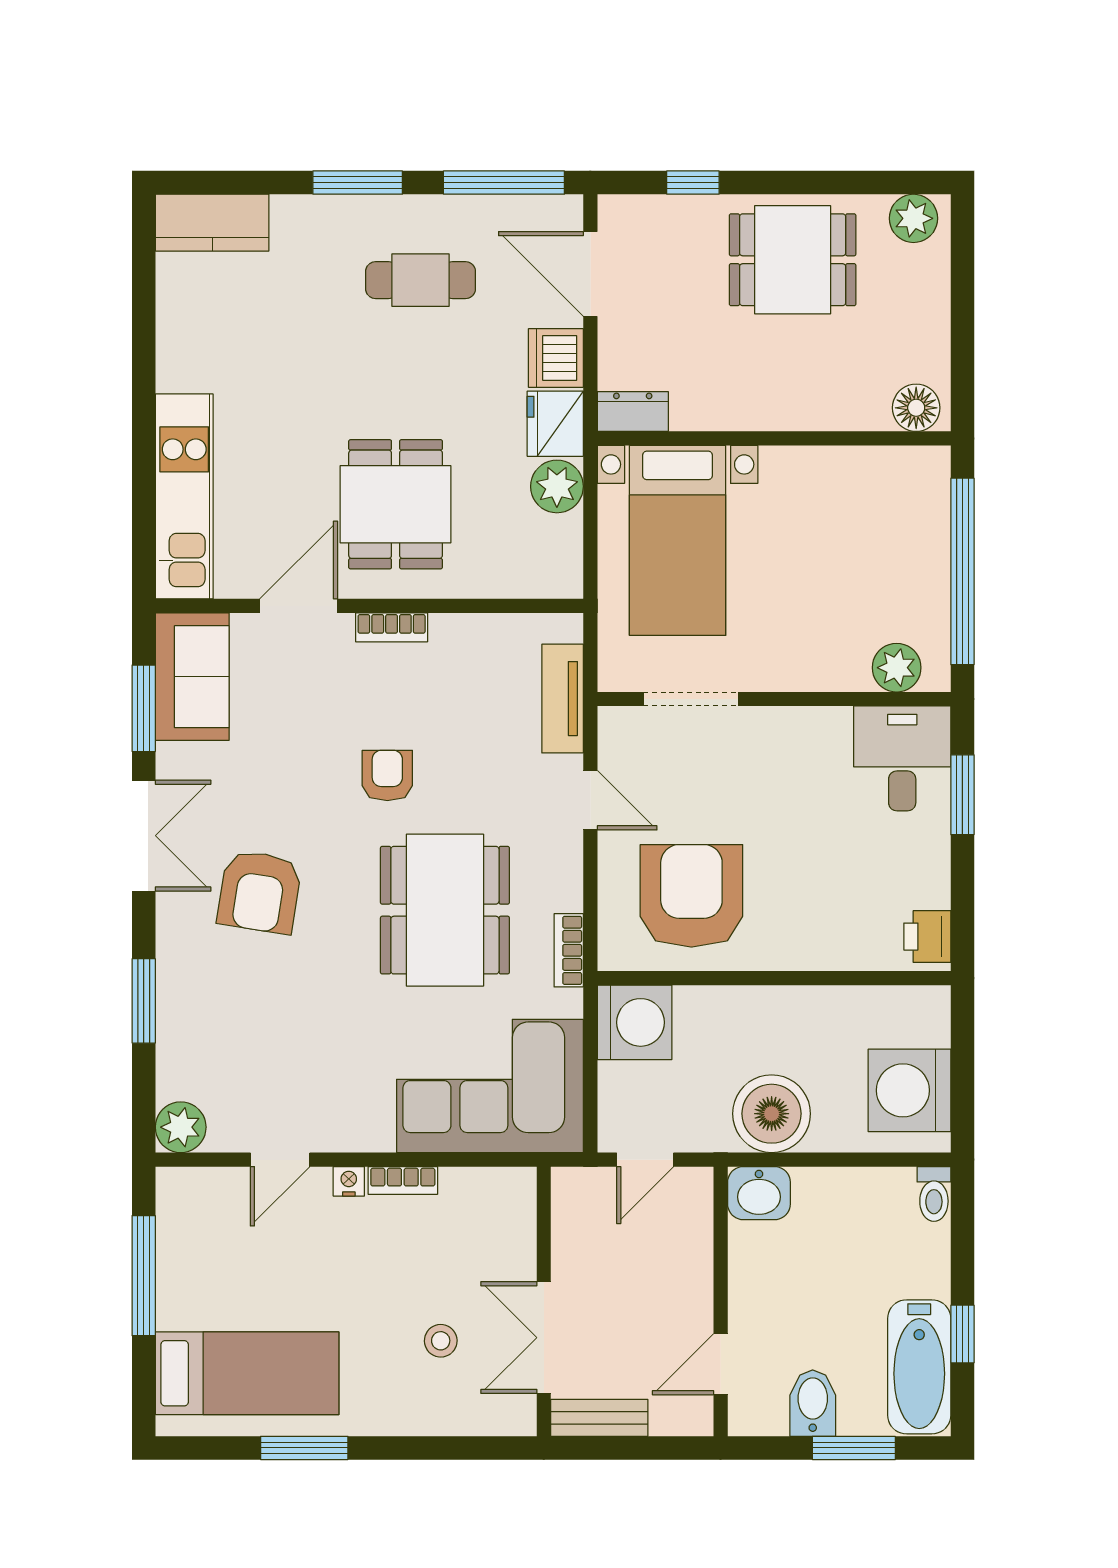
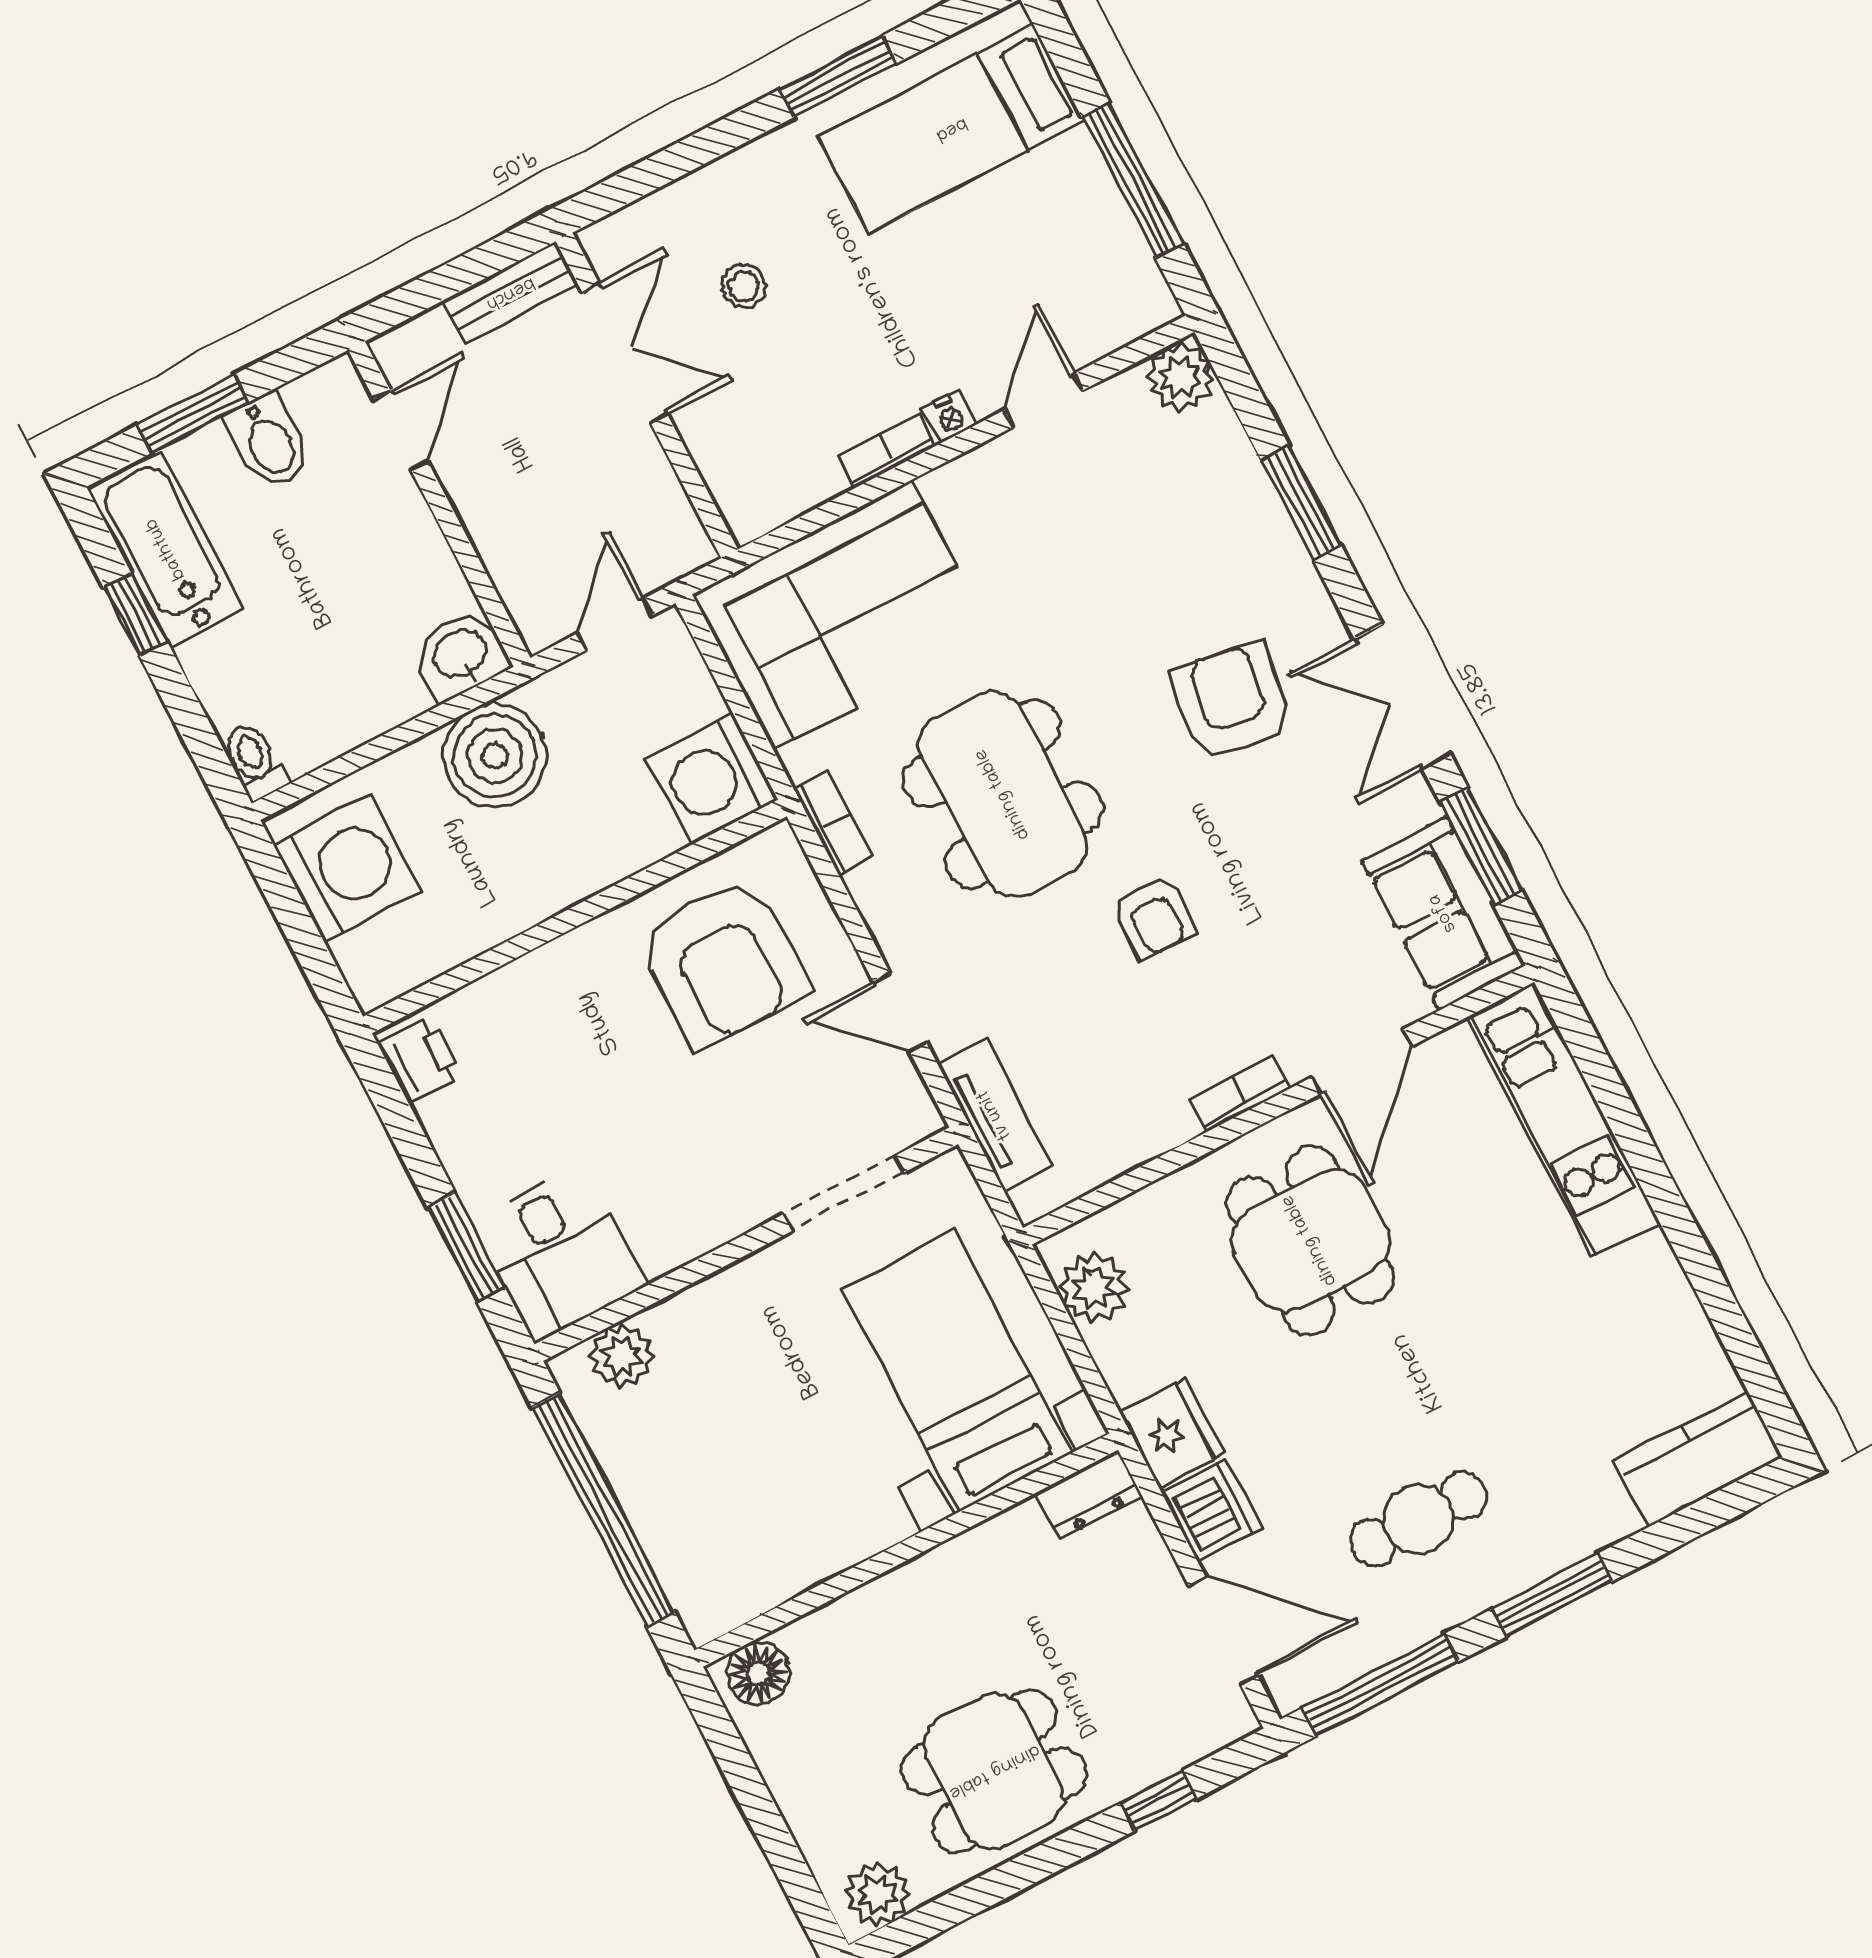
plant: (557, 486) -> (1094, 1288), moved

